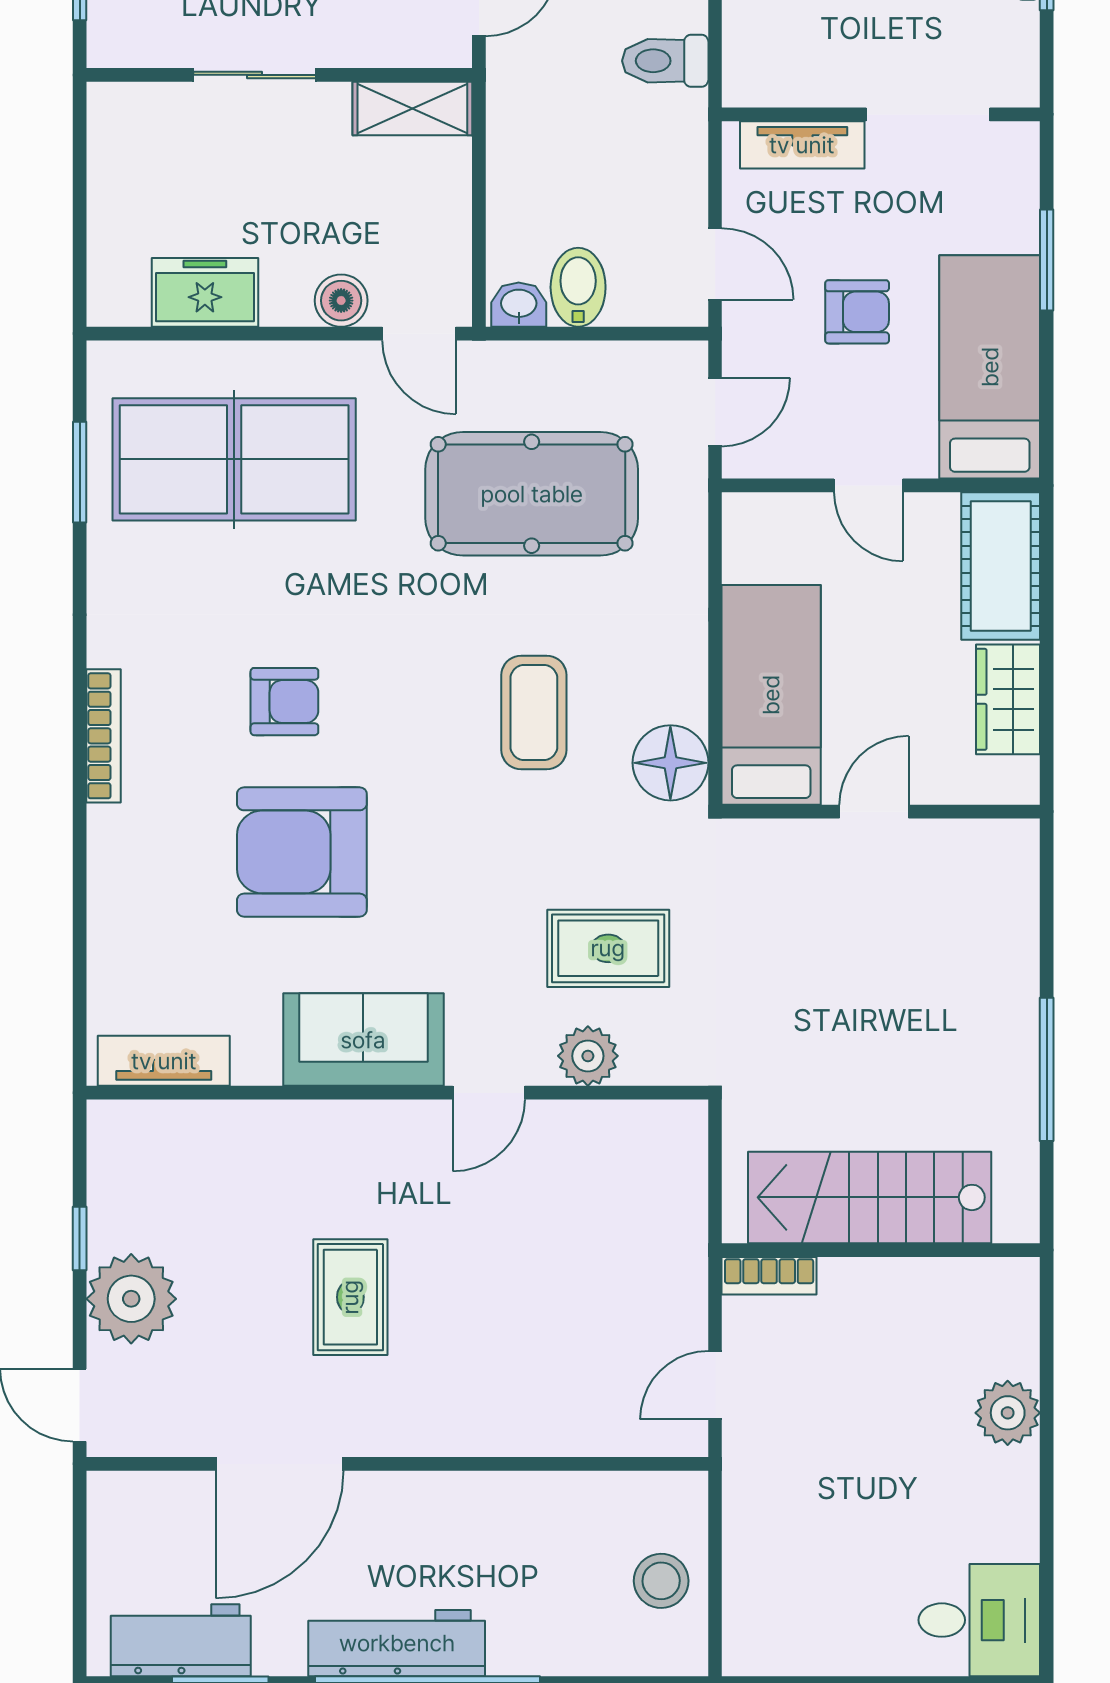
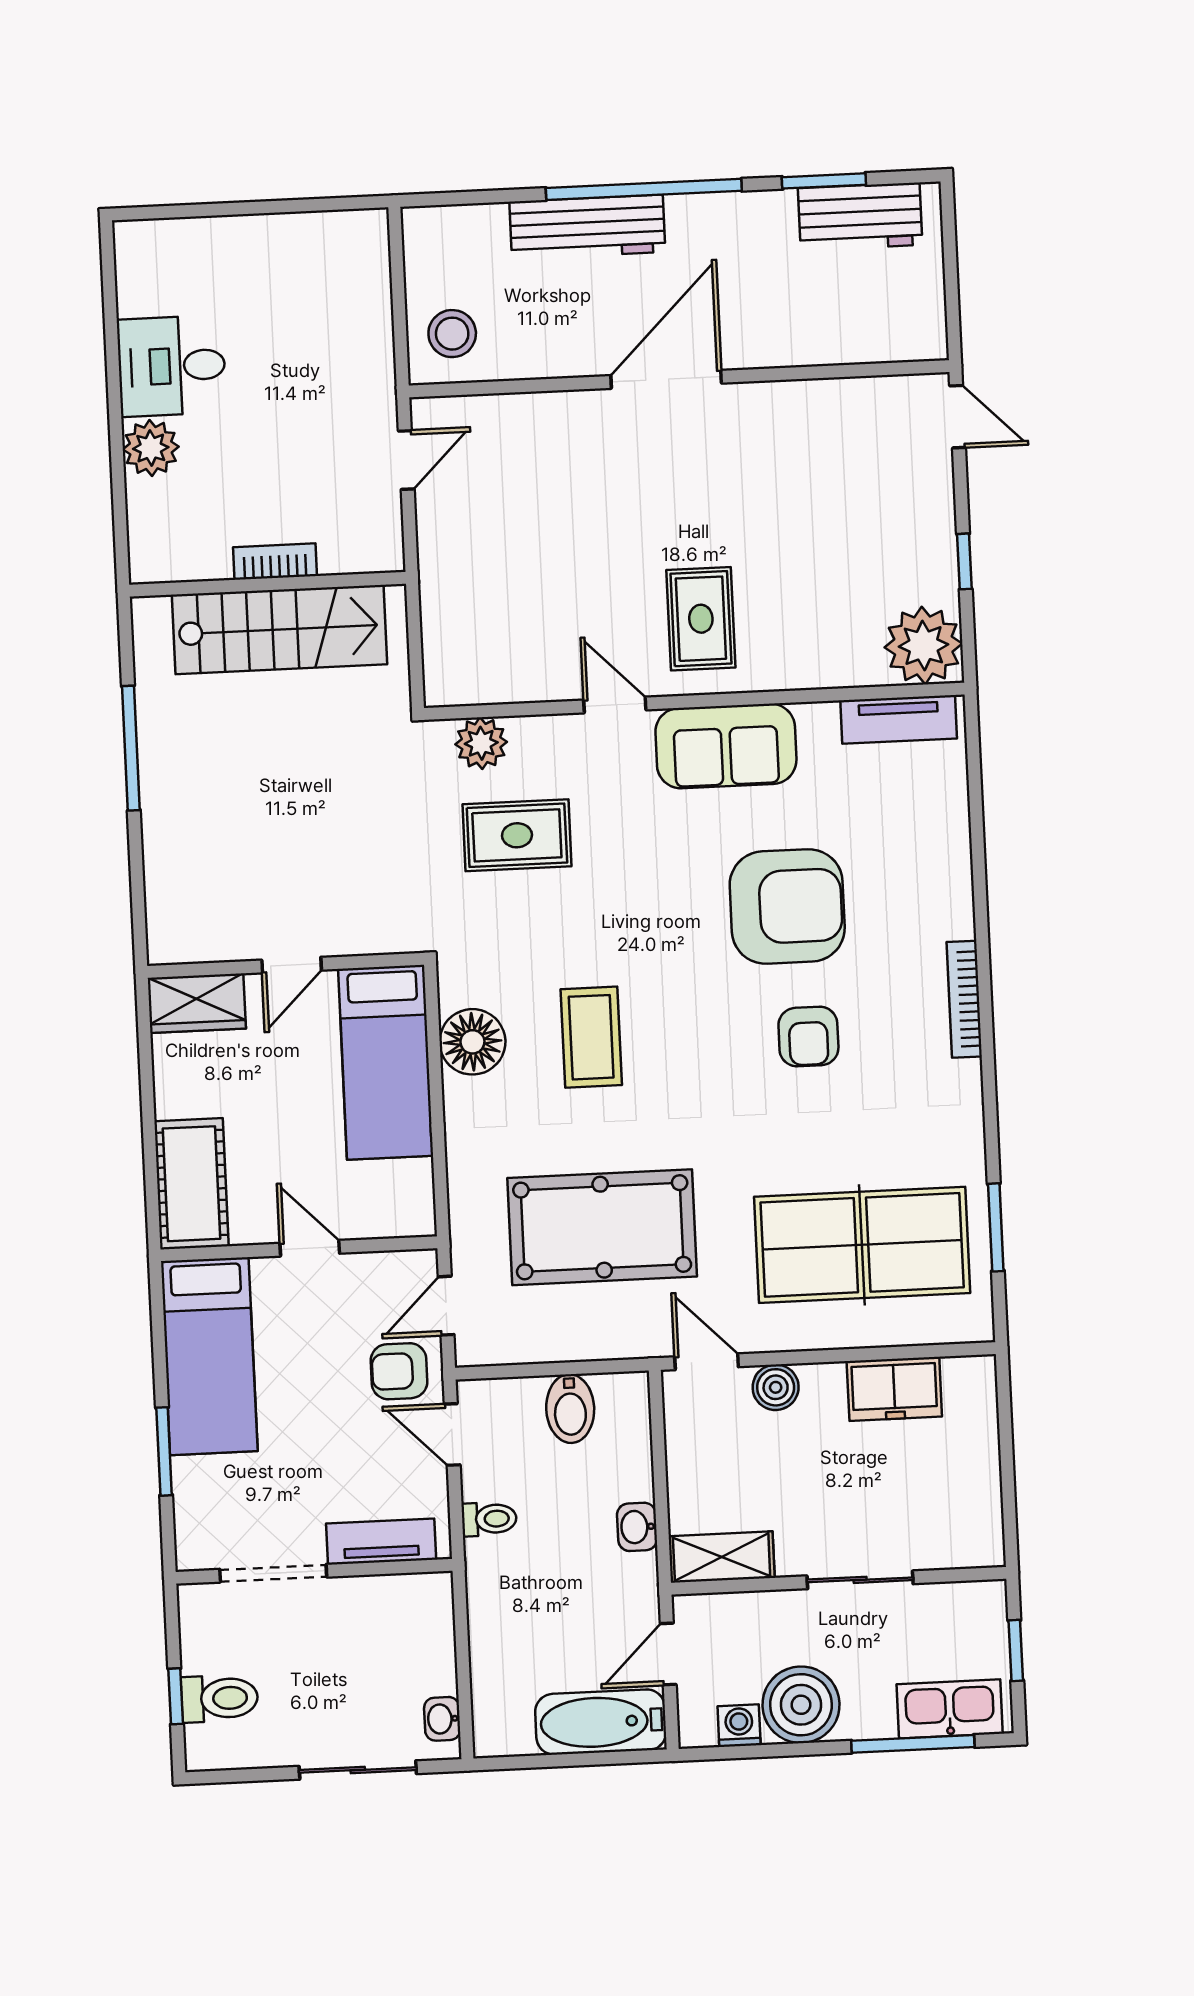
toilet: (665, 61) -> (489, 1519), moved, width x0.73, depth x0.72
washbasin: (519, 305) -> (637, 1527), moved, turned 90
armchair: (857, 312) -> (399, 1371), moved
wardrobe: (1008, 699) -> (197, 1003), moved, turned 90
armchair: (284, 702) -> (808, 1037), turned -90
floor lamp: (670, 763) -> (472, 1042), moved
plant: (588, 1056) -> (481, 743), moved
door: (489, 1093) -> (615, 705), hinge flipped
bookcase: (769, 1276) -> (275, 562), moved
rug: (350, 1297) -> (701, 619), moved
plant: (131, 1299) -> (923, 645), moved
door: (279, 1464) -> (666, 379), moved
stool: (661, 1581) -> (452, 334), moved
desk: (979, 1620) -> (172, 366), moved
workbench: (397, 1643) -> (587, 227), moved

